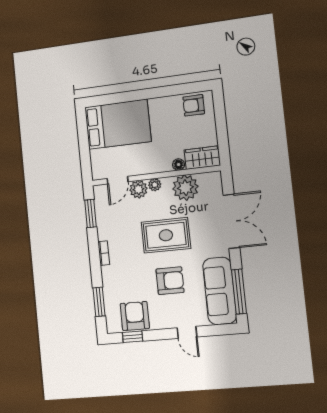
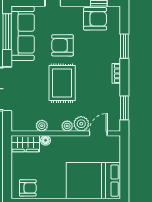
plant: (185, 188) -> (42, 126), width x0.53, depth x0.53
rug: (166, 235) -> (62, 83), turned 90
window: (99, 302) -> (124, 46), moved
armchair: (135, 316) -> (95, 19), turned -90

